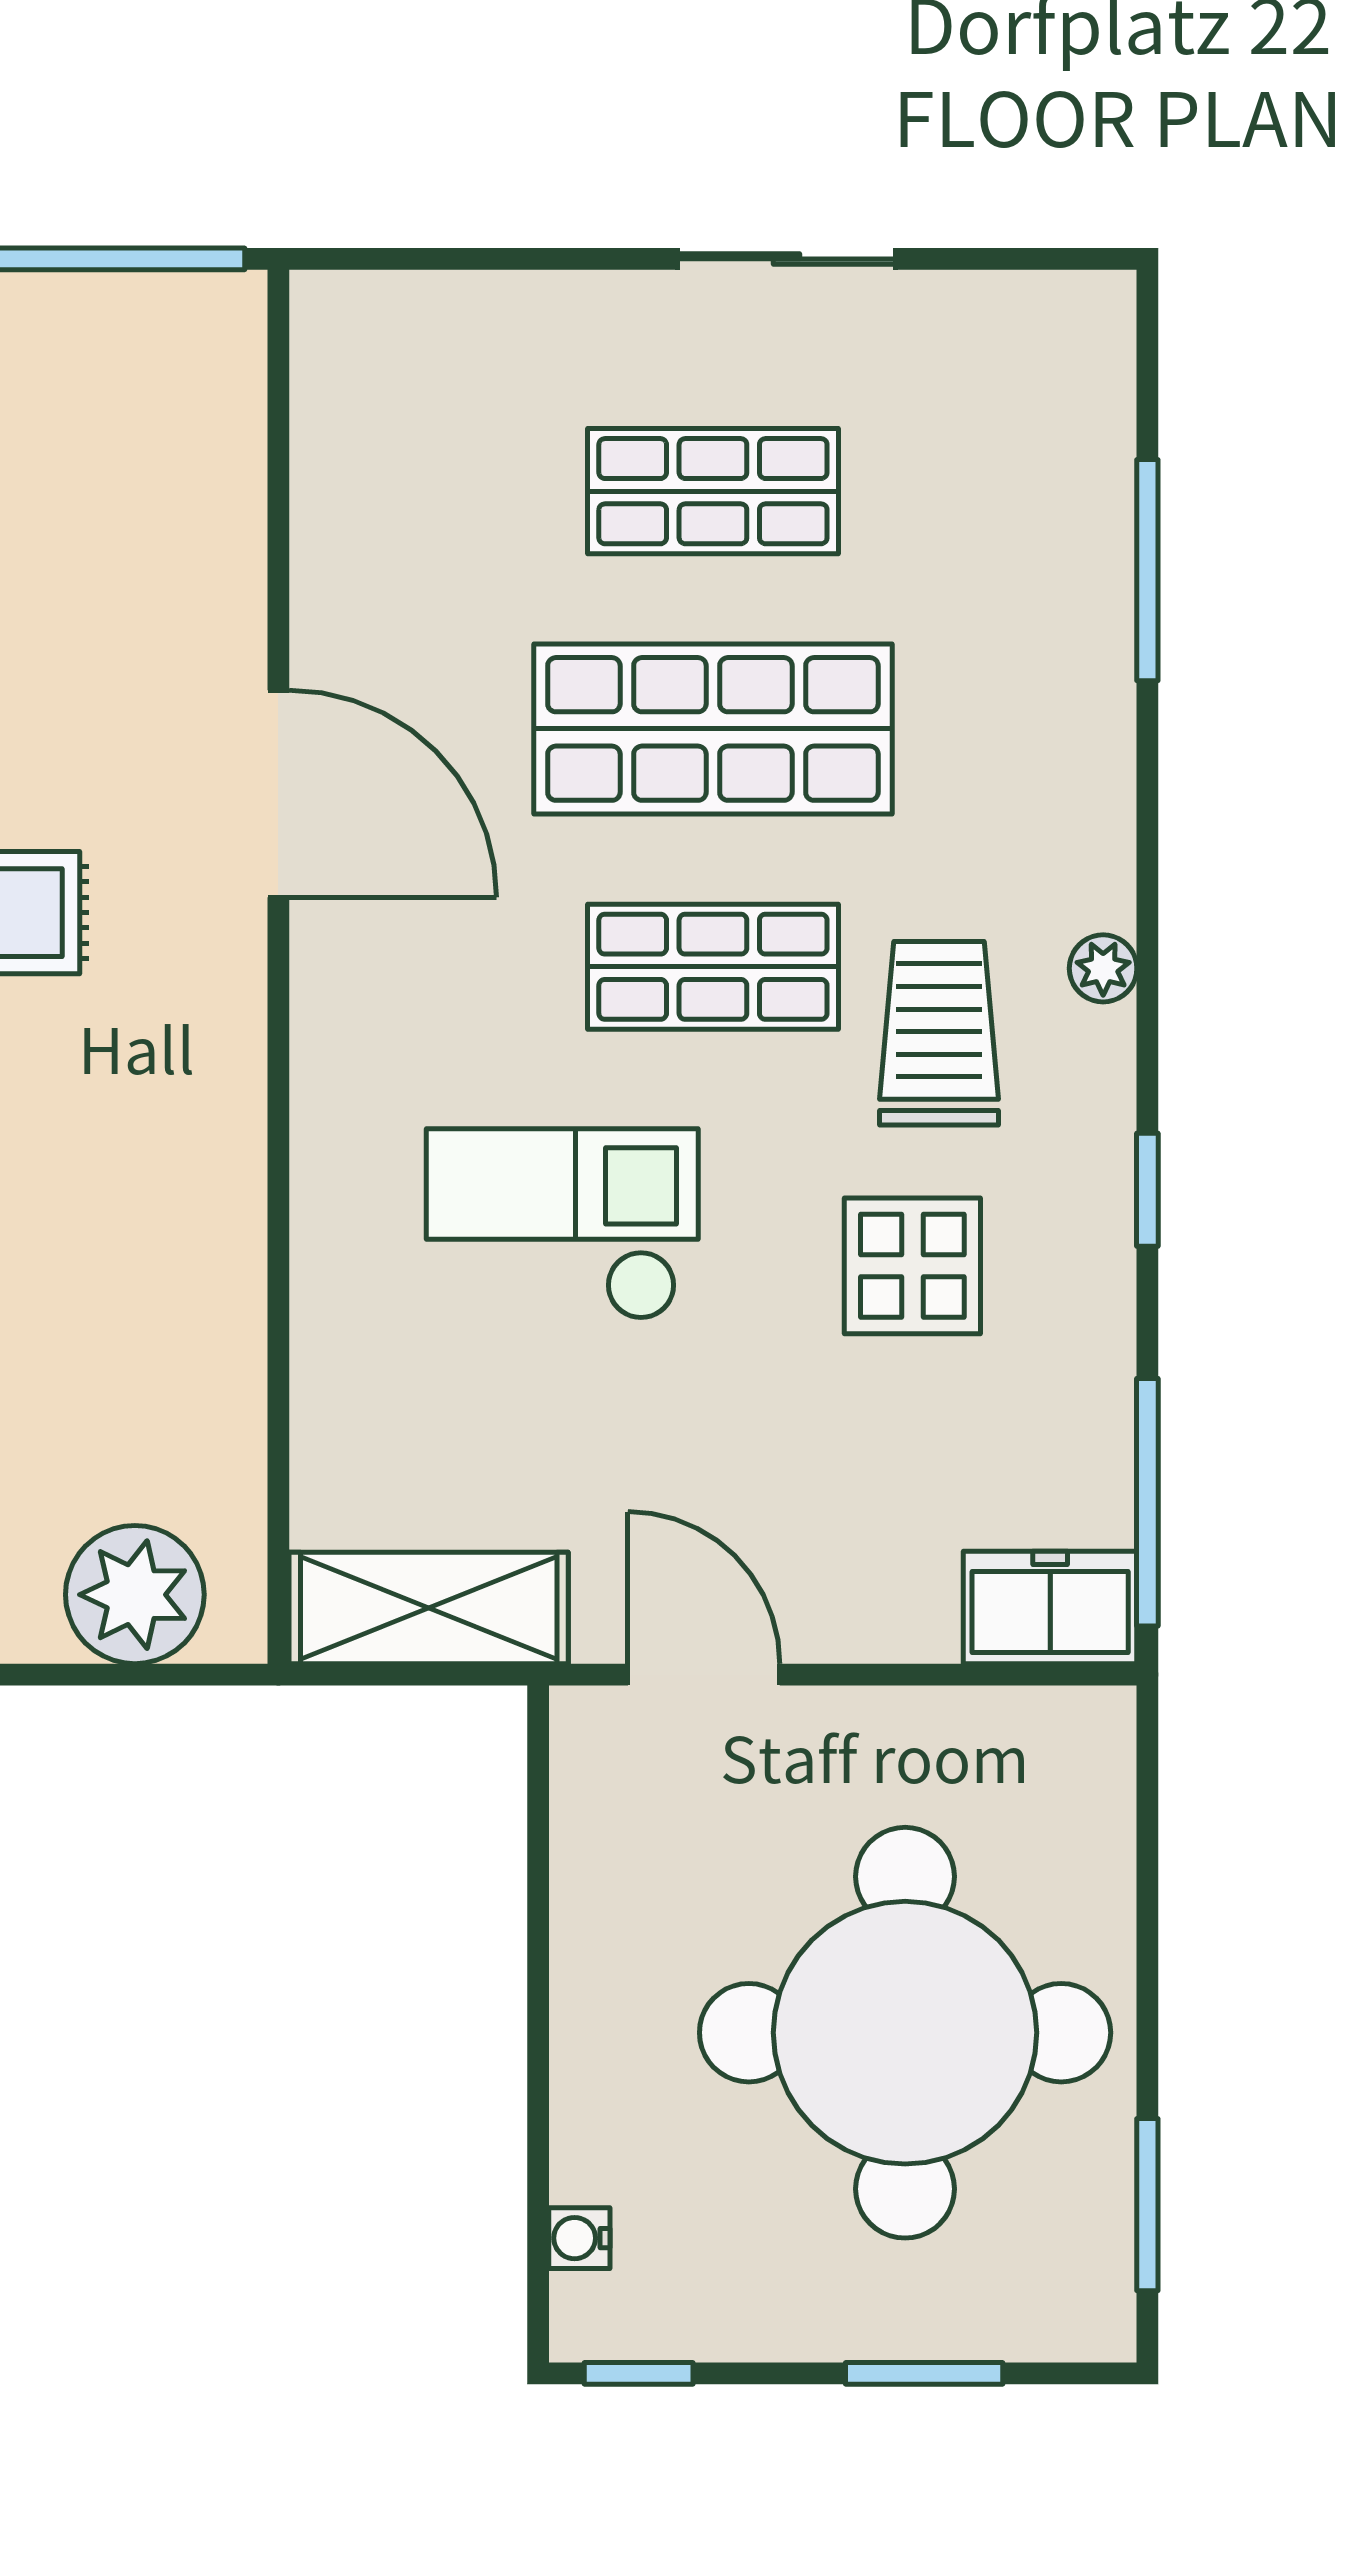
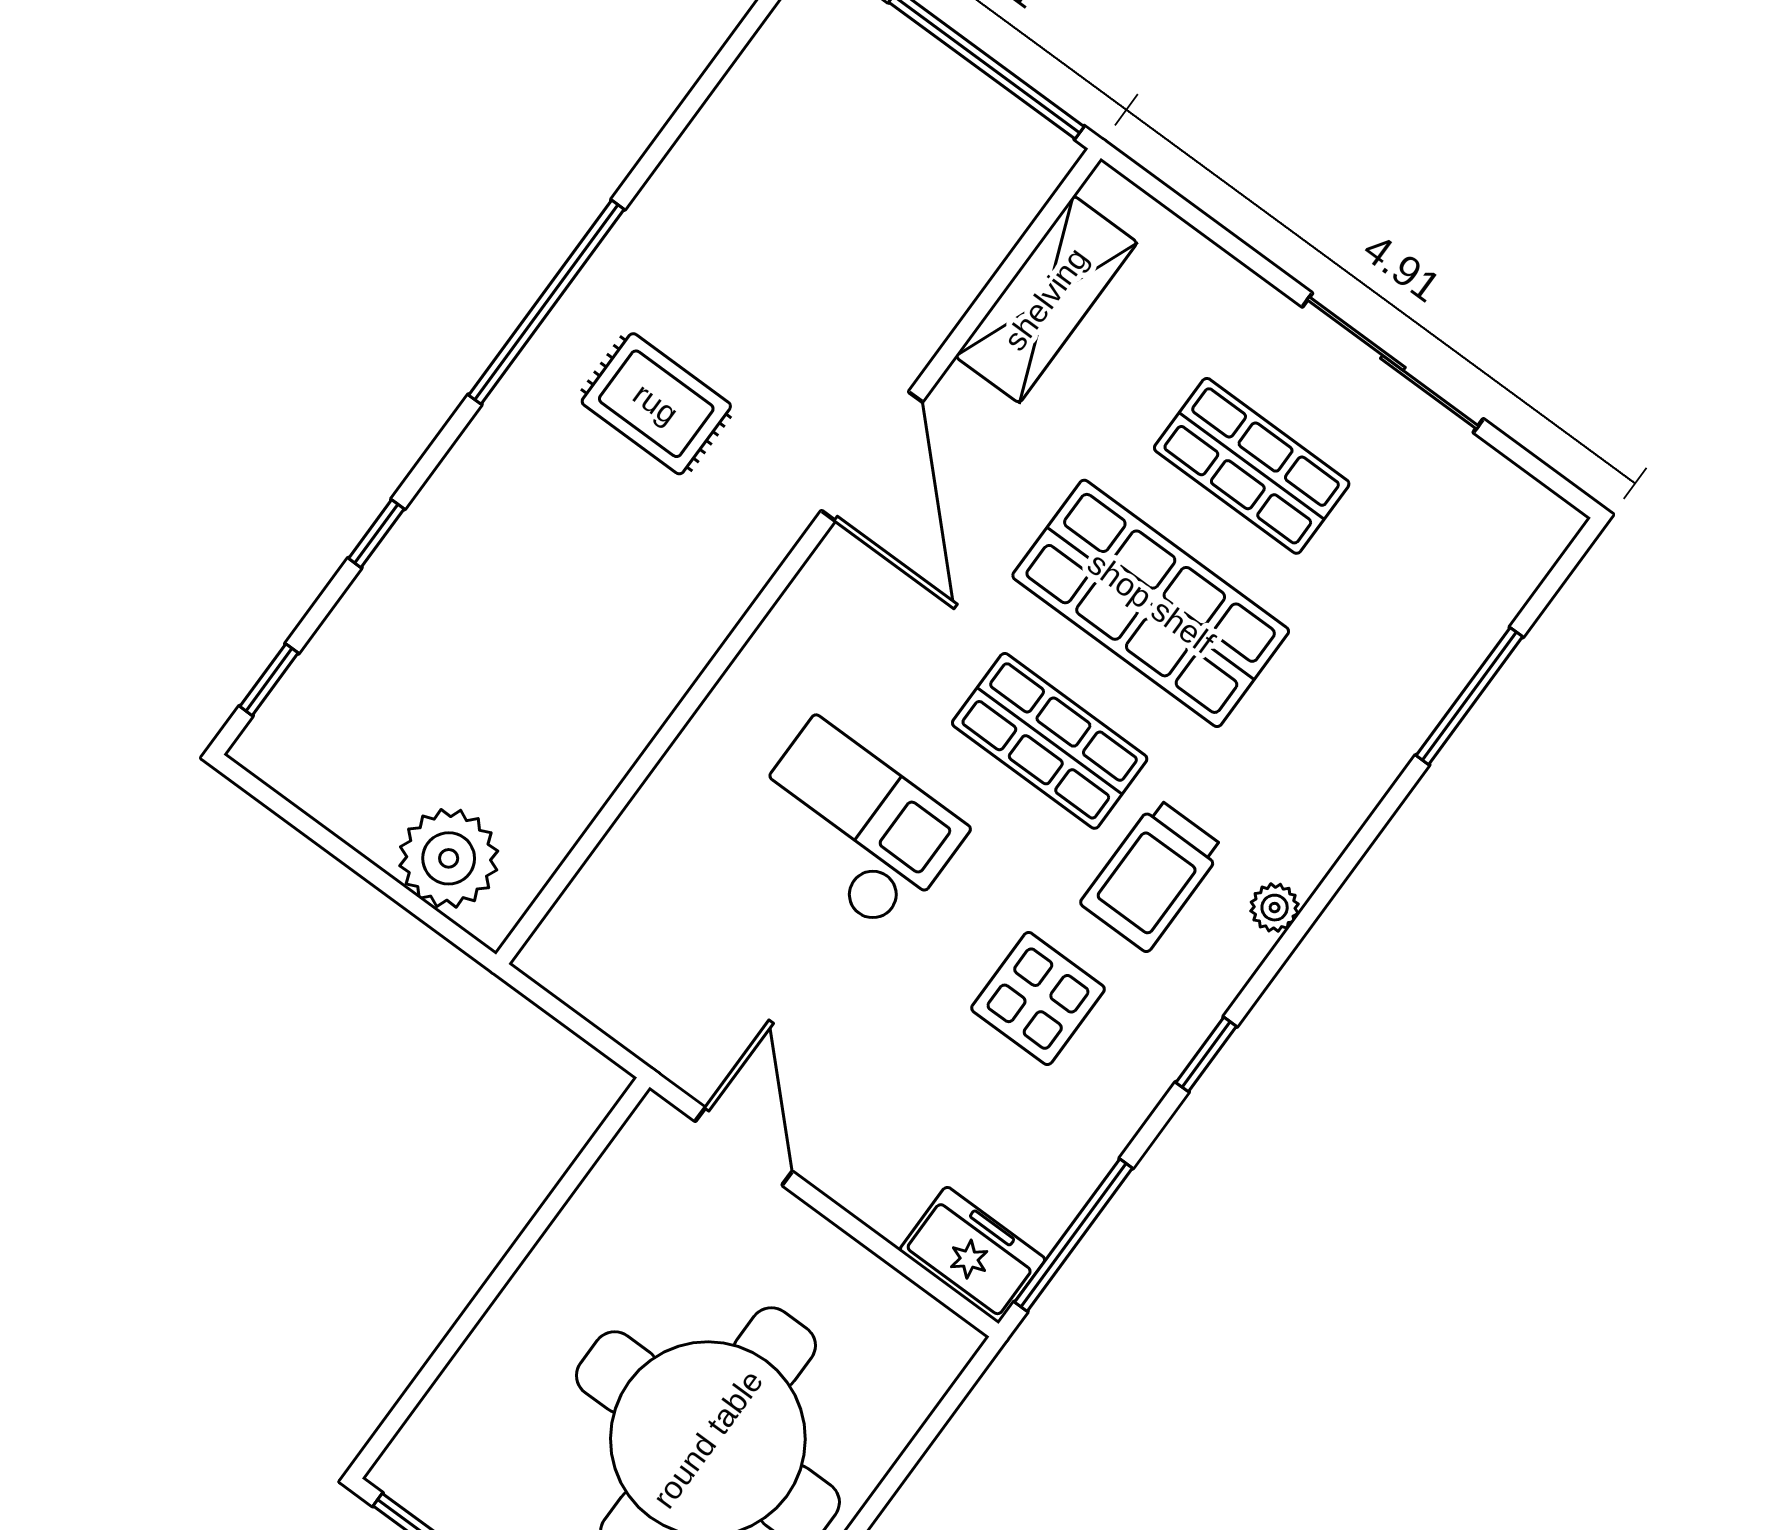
sliding door: (787, 259) -> (1393, 363), width x1.37
trolley: (939, 1033) -> (1152, 875), turned 180
shelving: (429, 1608) -> (1046, 299), moved, turned 90
water cooler: (579, 2238) -> (432, 1419), removed

